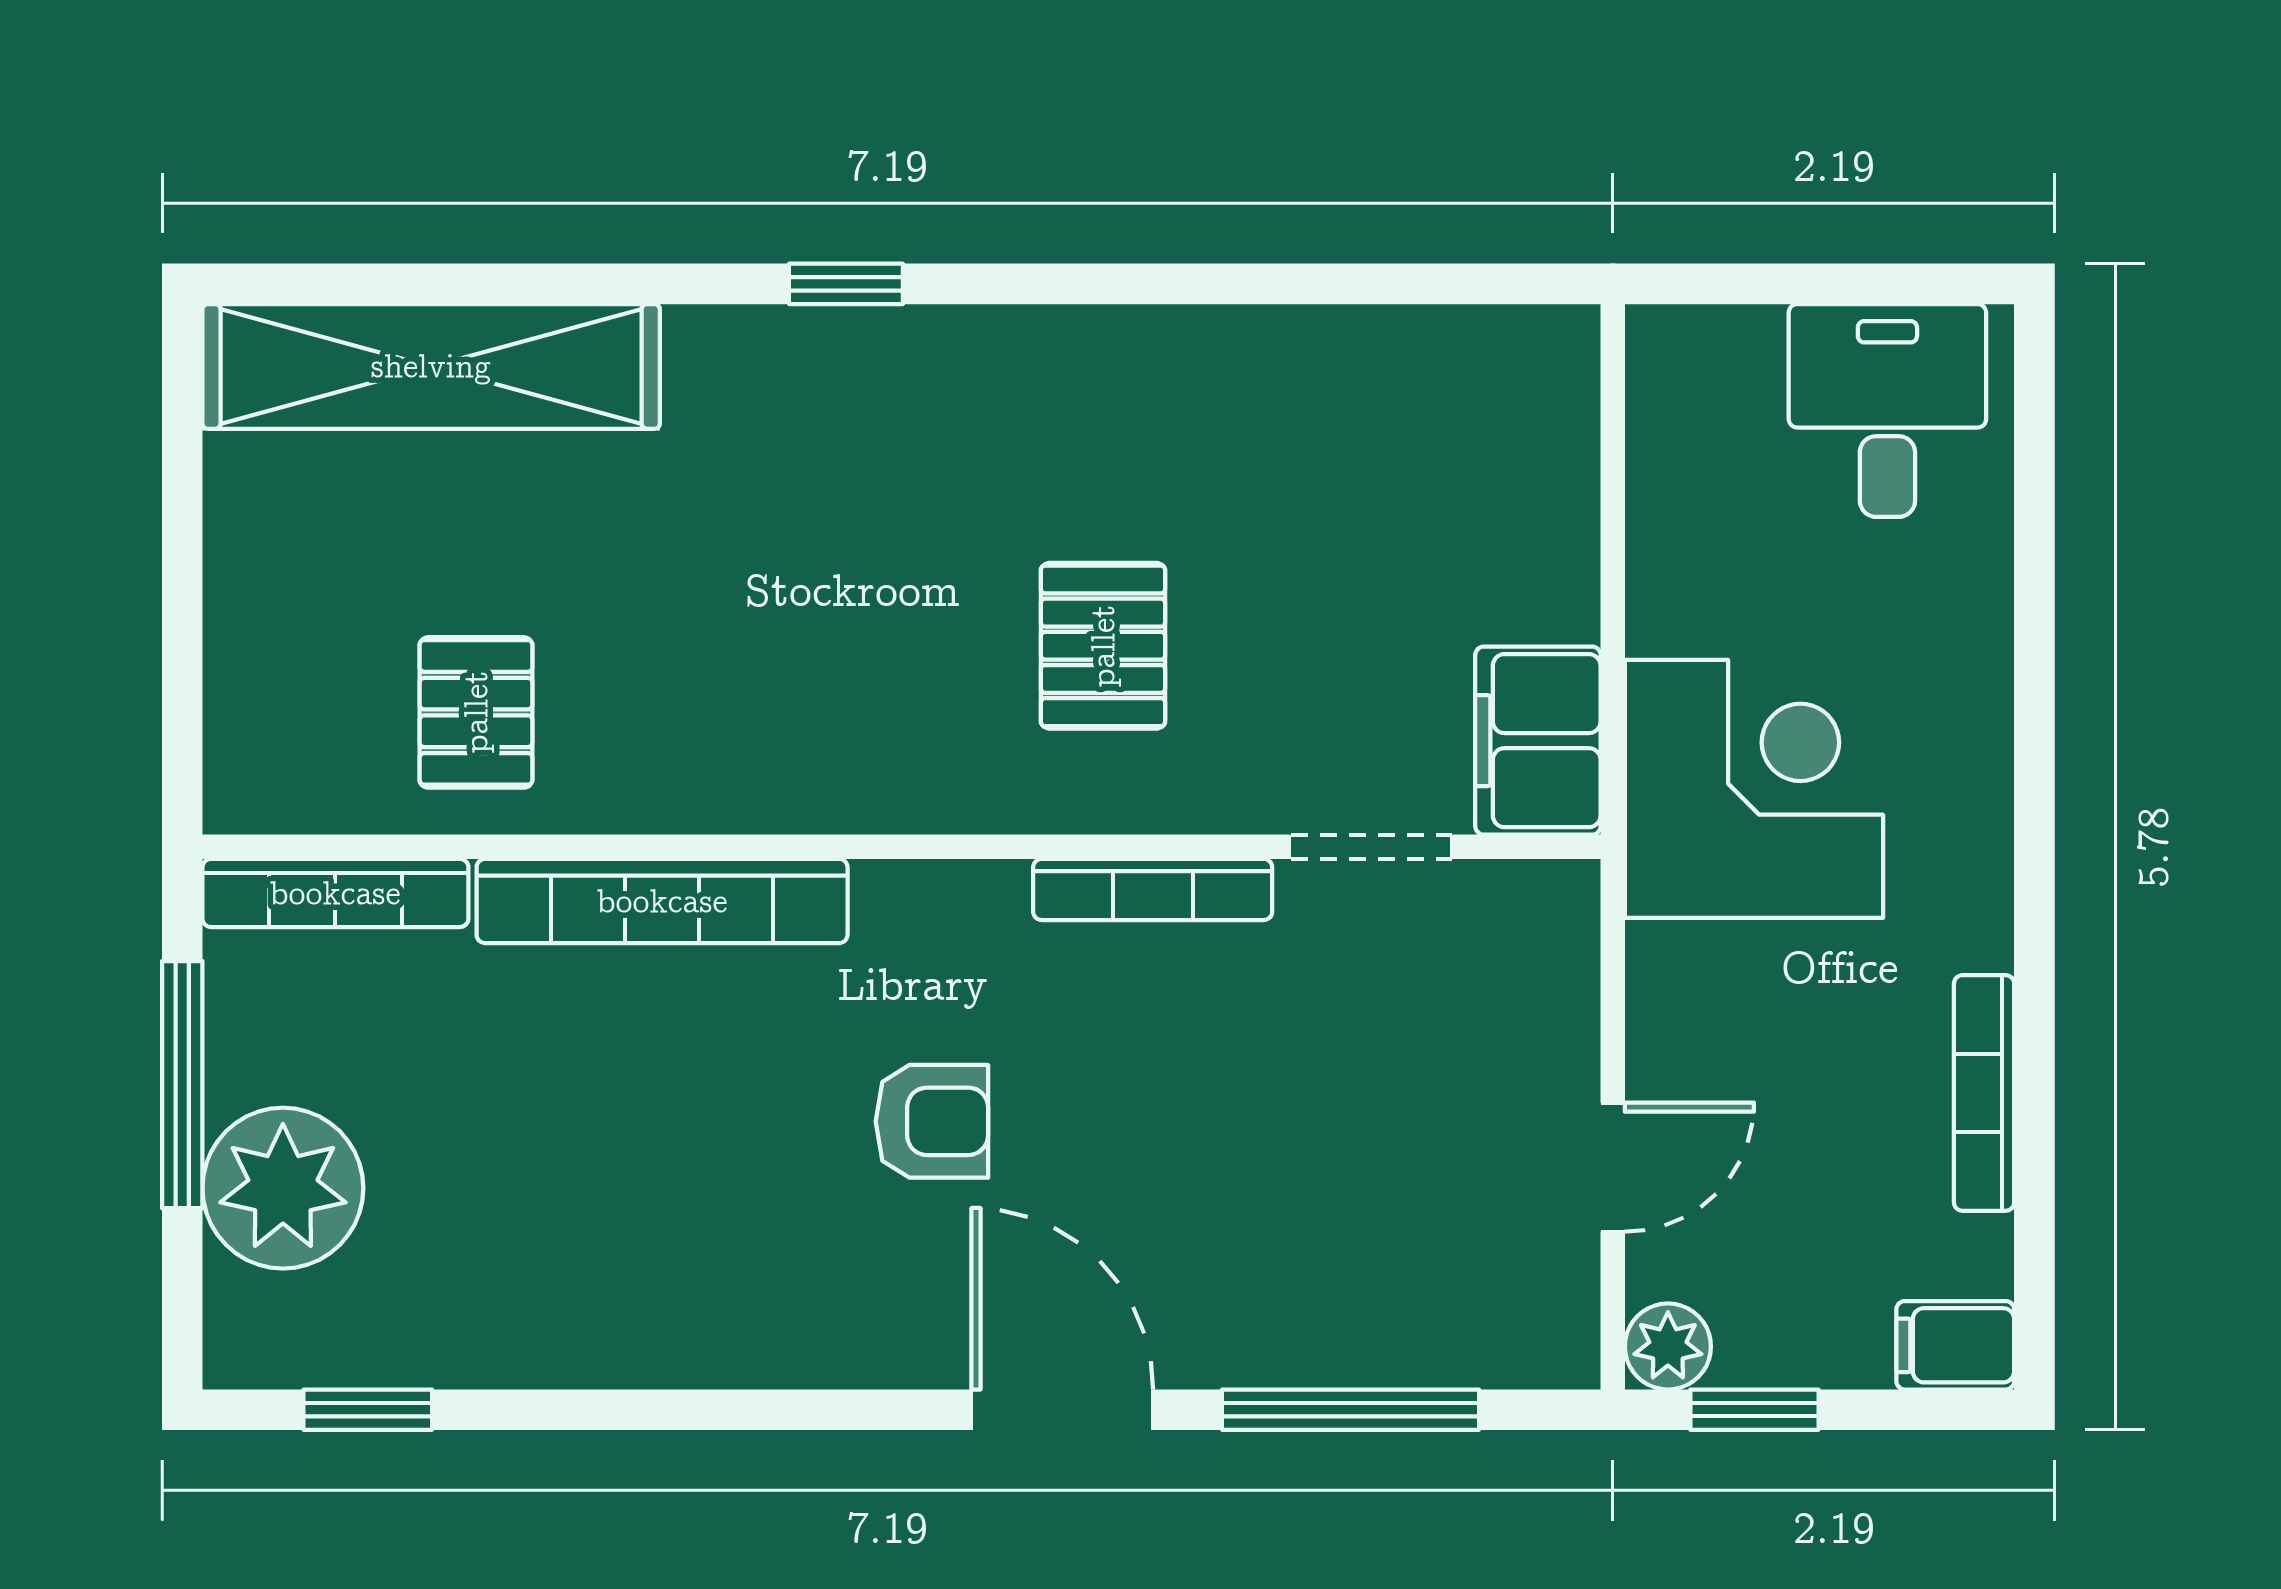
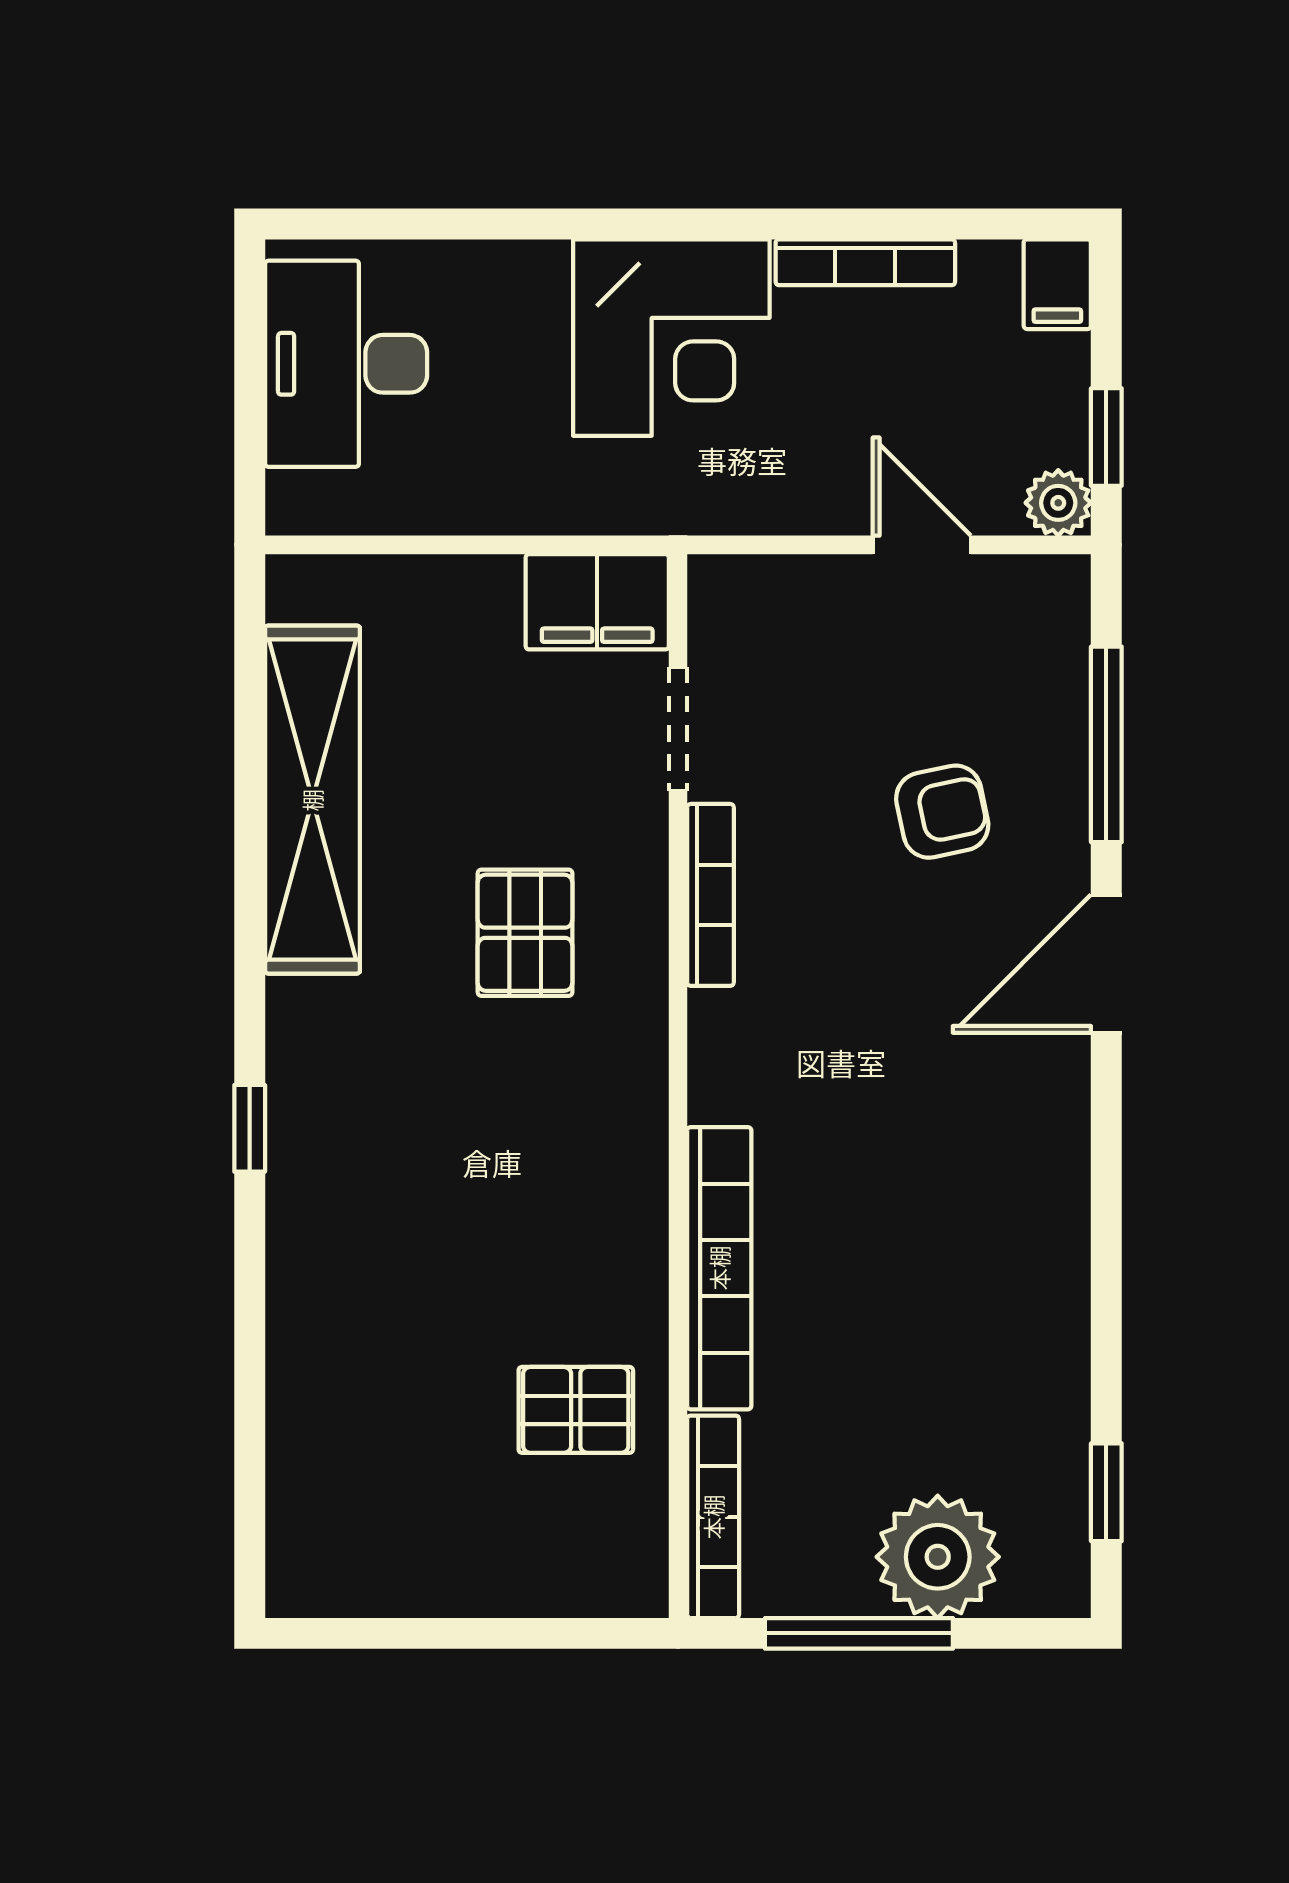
shelving: (431, 366) -> (312, 800), moved
desk: (1887, 411) -> (346, 364), width x1.37
pallet: (1103, 646) -> (525, 933), turned 90
corner desk: (1754, 789) -> (671, 338), moved, turned 180
armchair: (932, 1121) -> (942, 812), moved, turned 78

